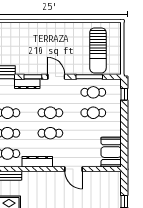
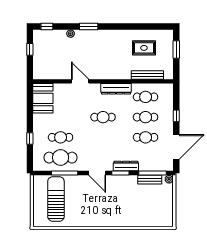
cafe table: (93, 92) -> (61, 158), width x1.37, depth x1.35
window: (124, 94) -> (30, 138), moved
cafe table: (50, 113) -> (103, 137), removed

